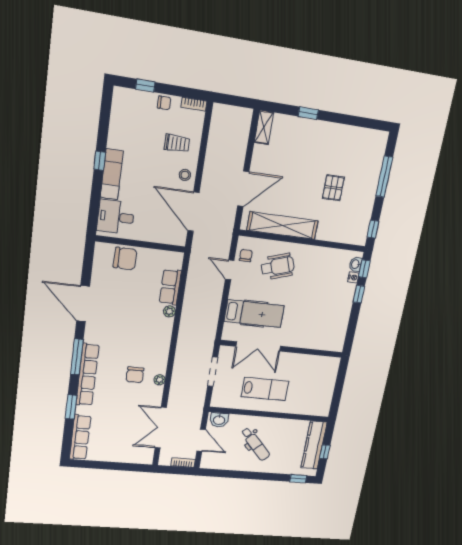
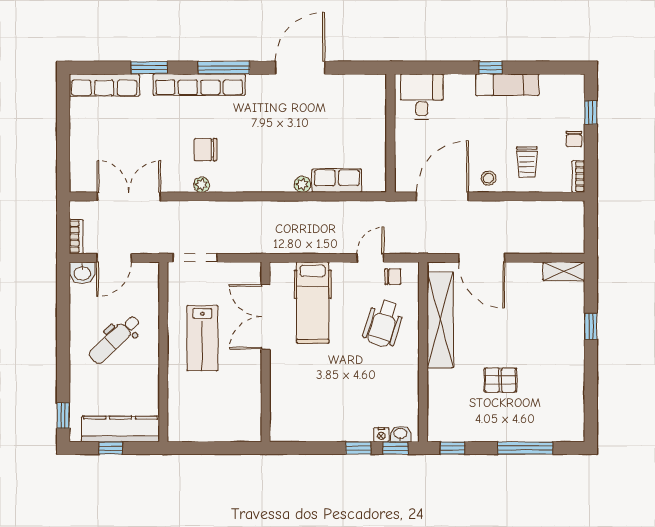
exam couch: (112, 174) -> (507, 85), moved
chair: (125, 259) -> (368, 115), removed
wheelchair: (278, 266) -> (383, 323), turned 35
doorway: (213, 372) -> (195, 258), moved
washbasin: (219, 420) -> (82, 273), moved, turned -90

